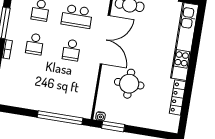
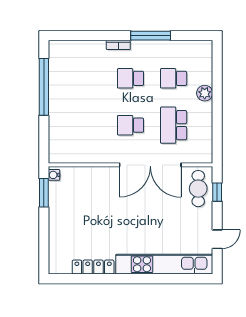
round table: (129, 84) -> (100, 204), removed
window: (60, 118) -> (44, 87), moved

